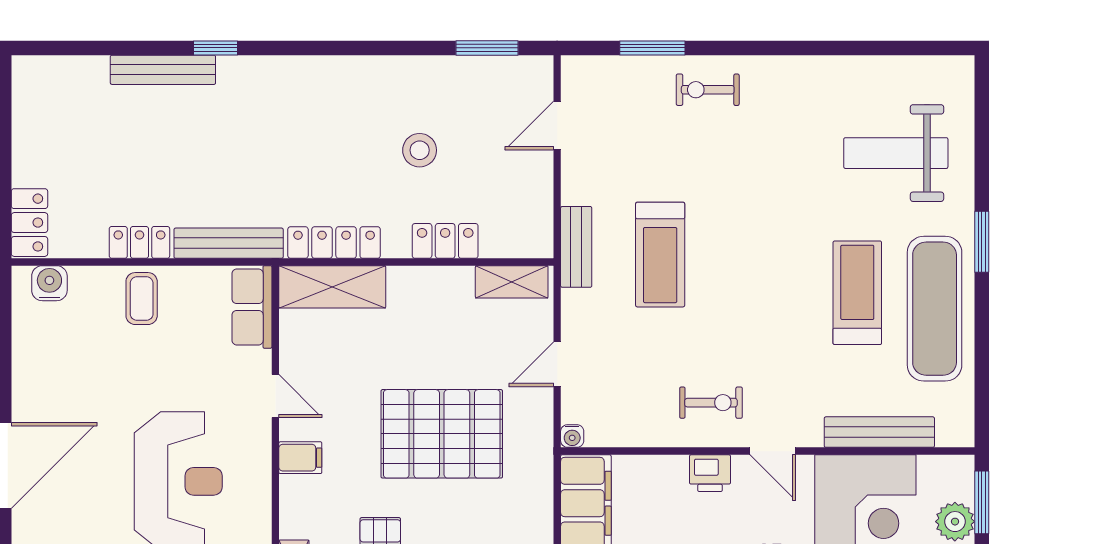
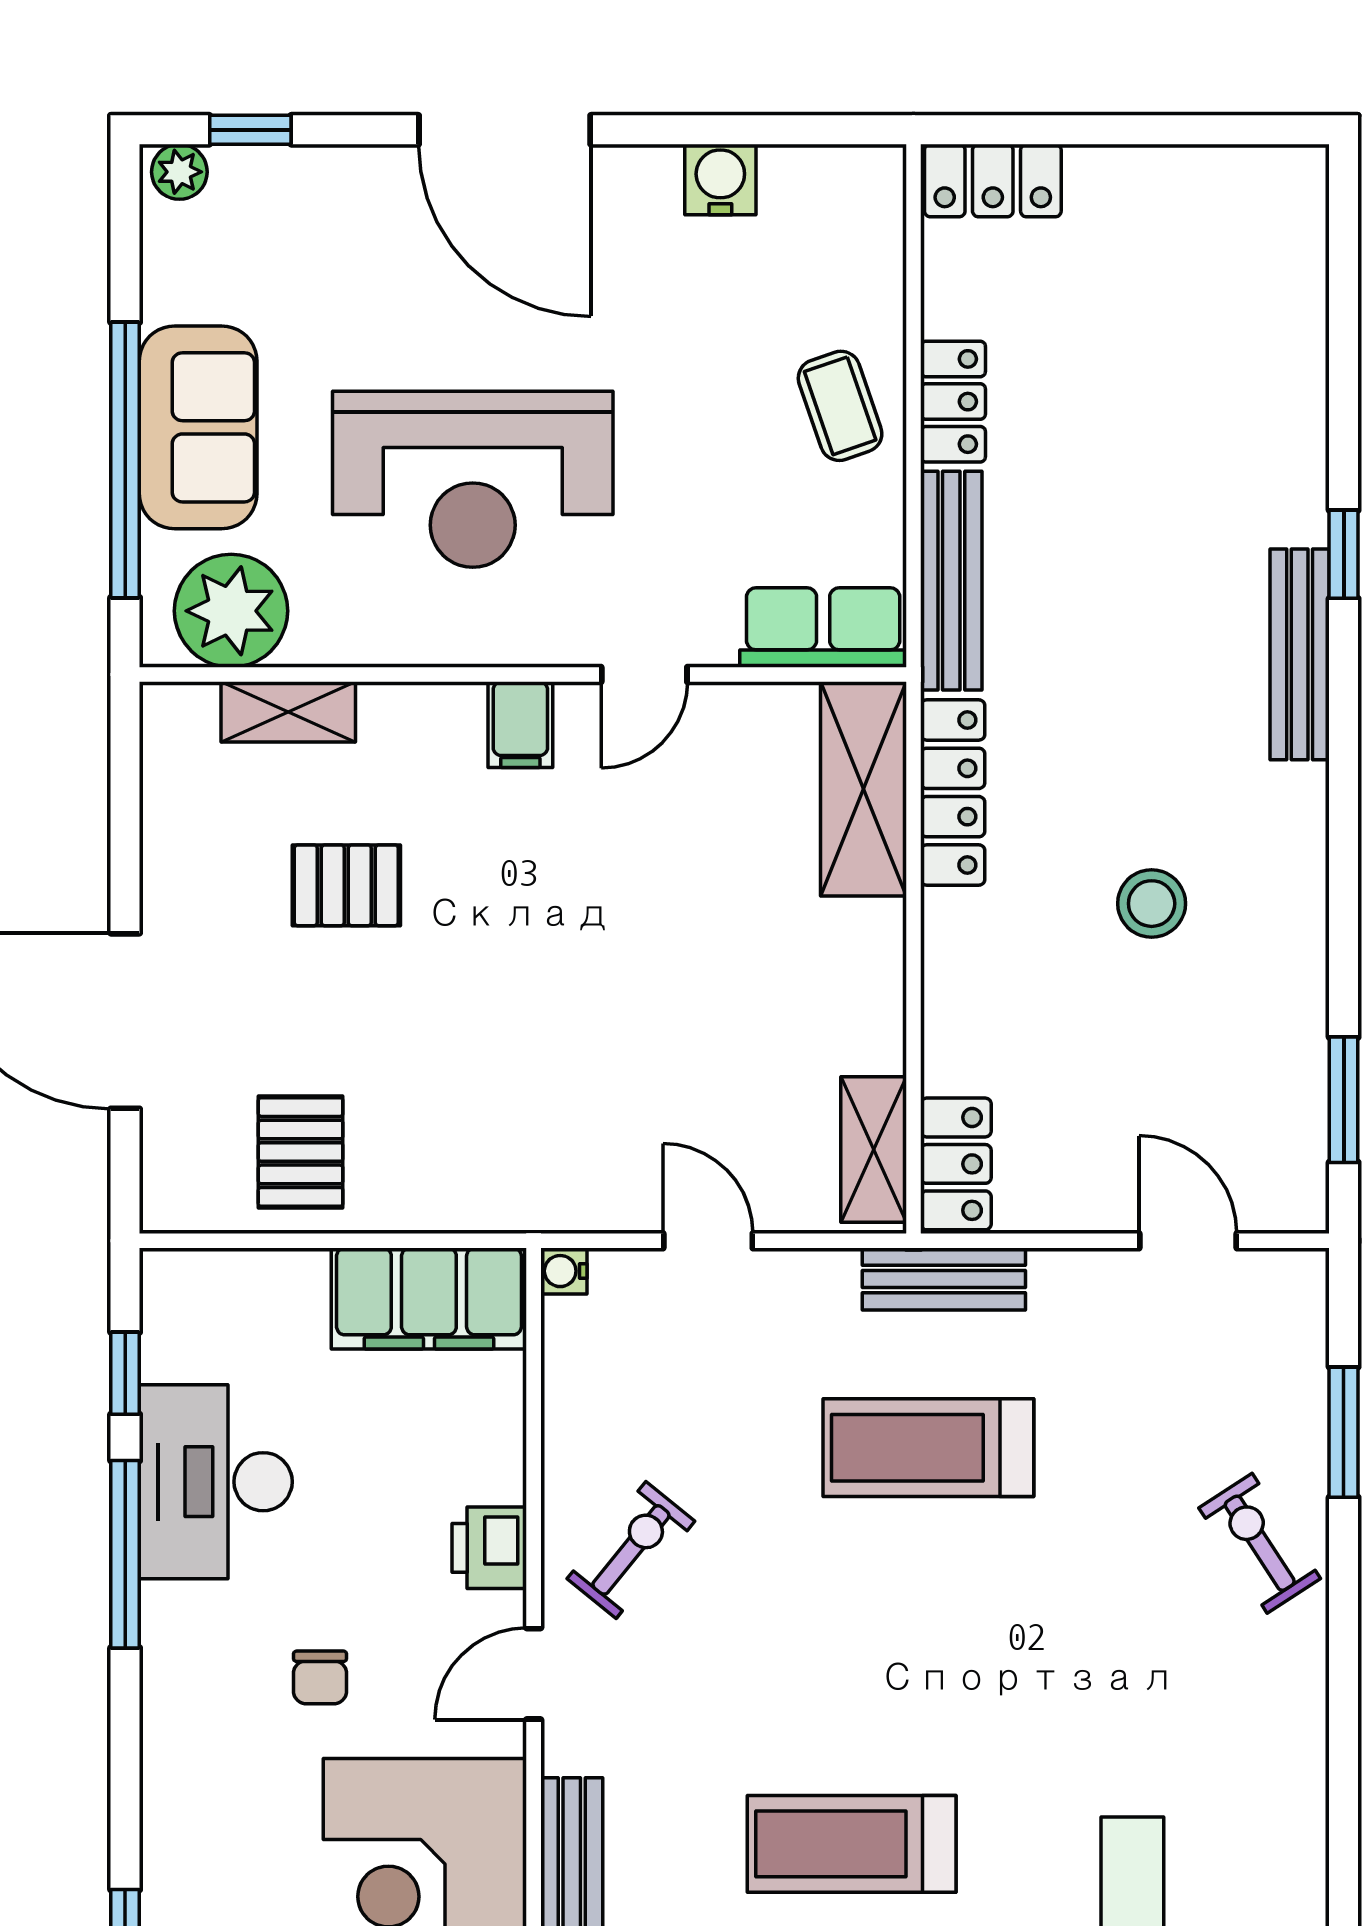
bench: (163, 70) -> (1300, 654), moved
exercise bike: (708, 90) -> (1260, 1543), turned -33
stool: (420, 150) -> (1152, 904), moved
locker: (445, 241) -> (956, 1164), moved
water cooler: (49, 283) -> (720, 180), moved, turned -90
treadmill: (857, 293) -> (852, 1844), turned 180
coffee table: (142, 299) -> (840, 406), turned 71
exercise bike: (711, 403) -> (631, 1550), turned -141
pallet: (442, 434) -> (568, 1009), removed

